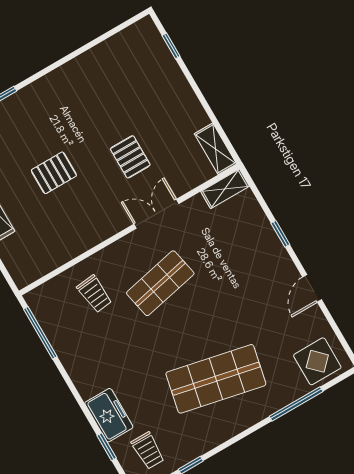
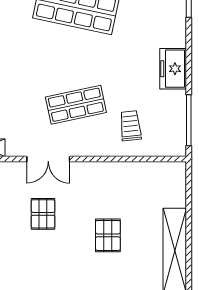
pallet: (54, 173) -> (108, 235), turned 90
freezer: (109, 415) -> (173, 69), moved

